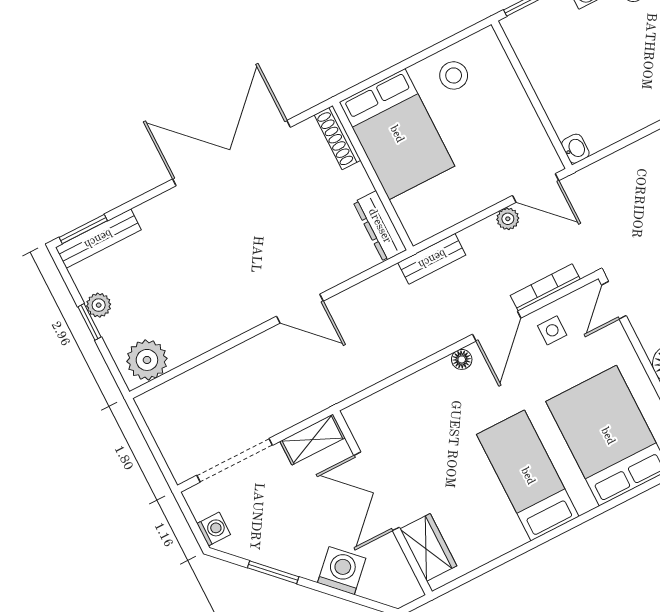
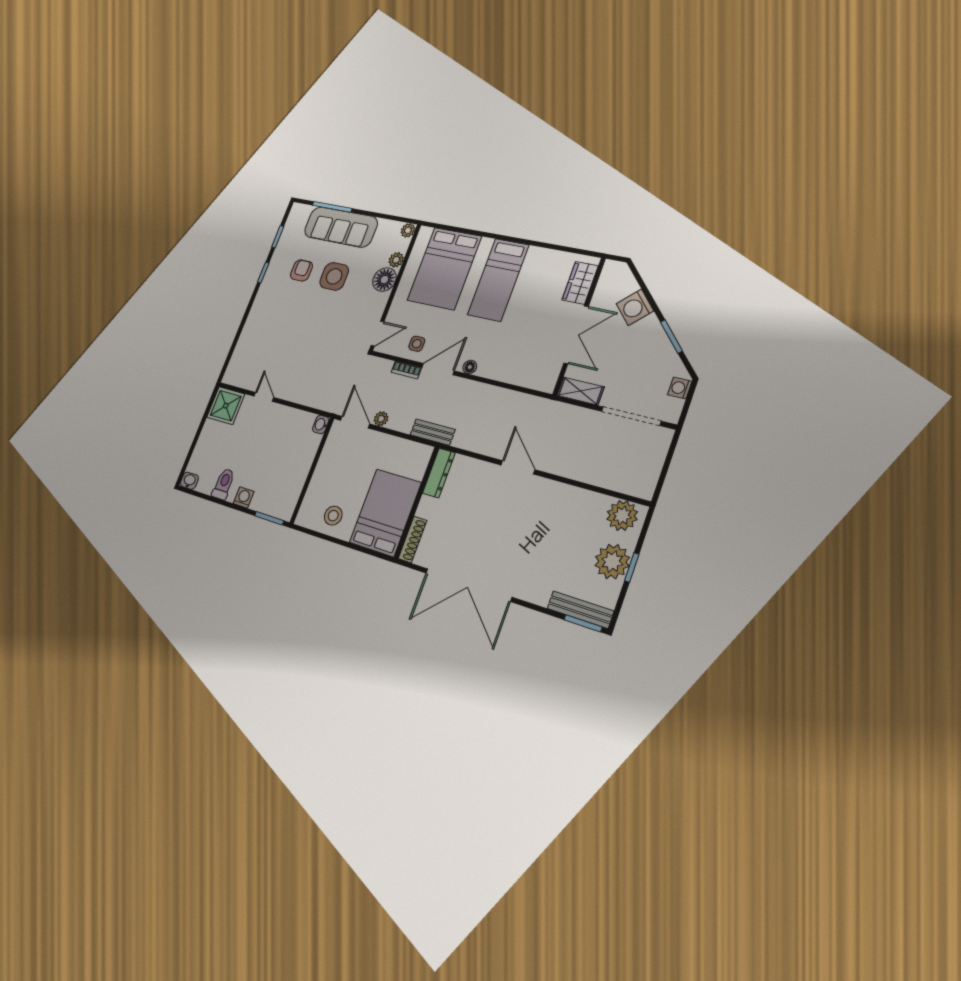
bookcase: (545, 287) -> (406, 370), width x0.64
plant: (99, 305) -> (612, 562), width x1.87, depth x1.87

